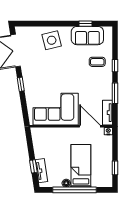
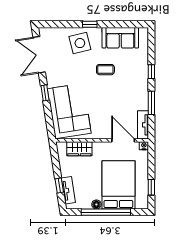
window: (86, 24) -> (90, 24), moved
coffee table: (97, 62) -> (105, 70), moved
corner sofa: (56, 109) -> (69, 111), moved, turned 81
wardrobe: (51, 134) -> (79, 149), added
bed: (81, 166) -> (118, 185), width x1.50

